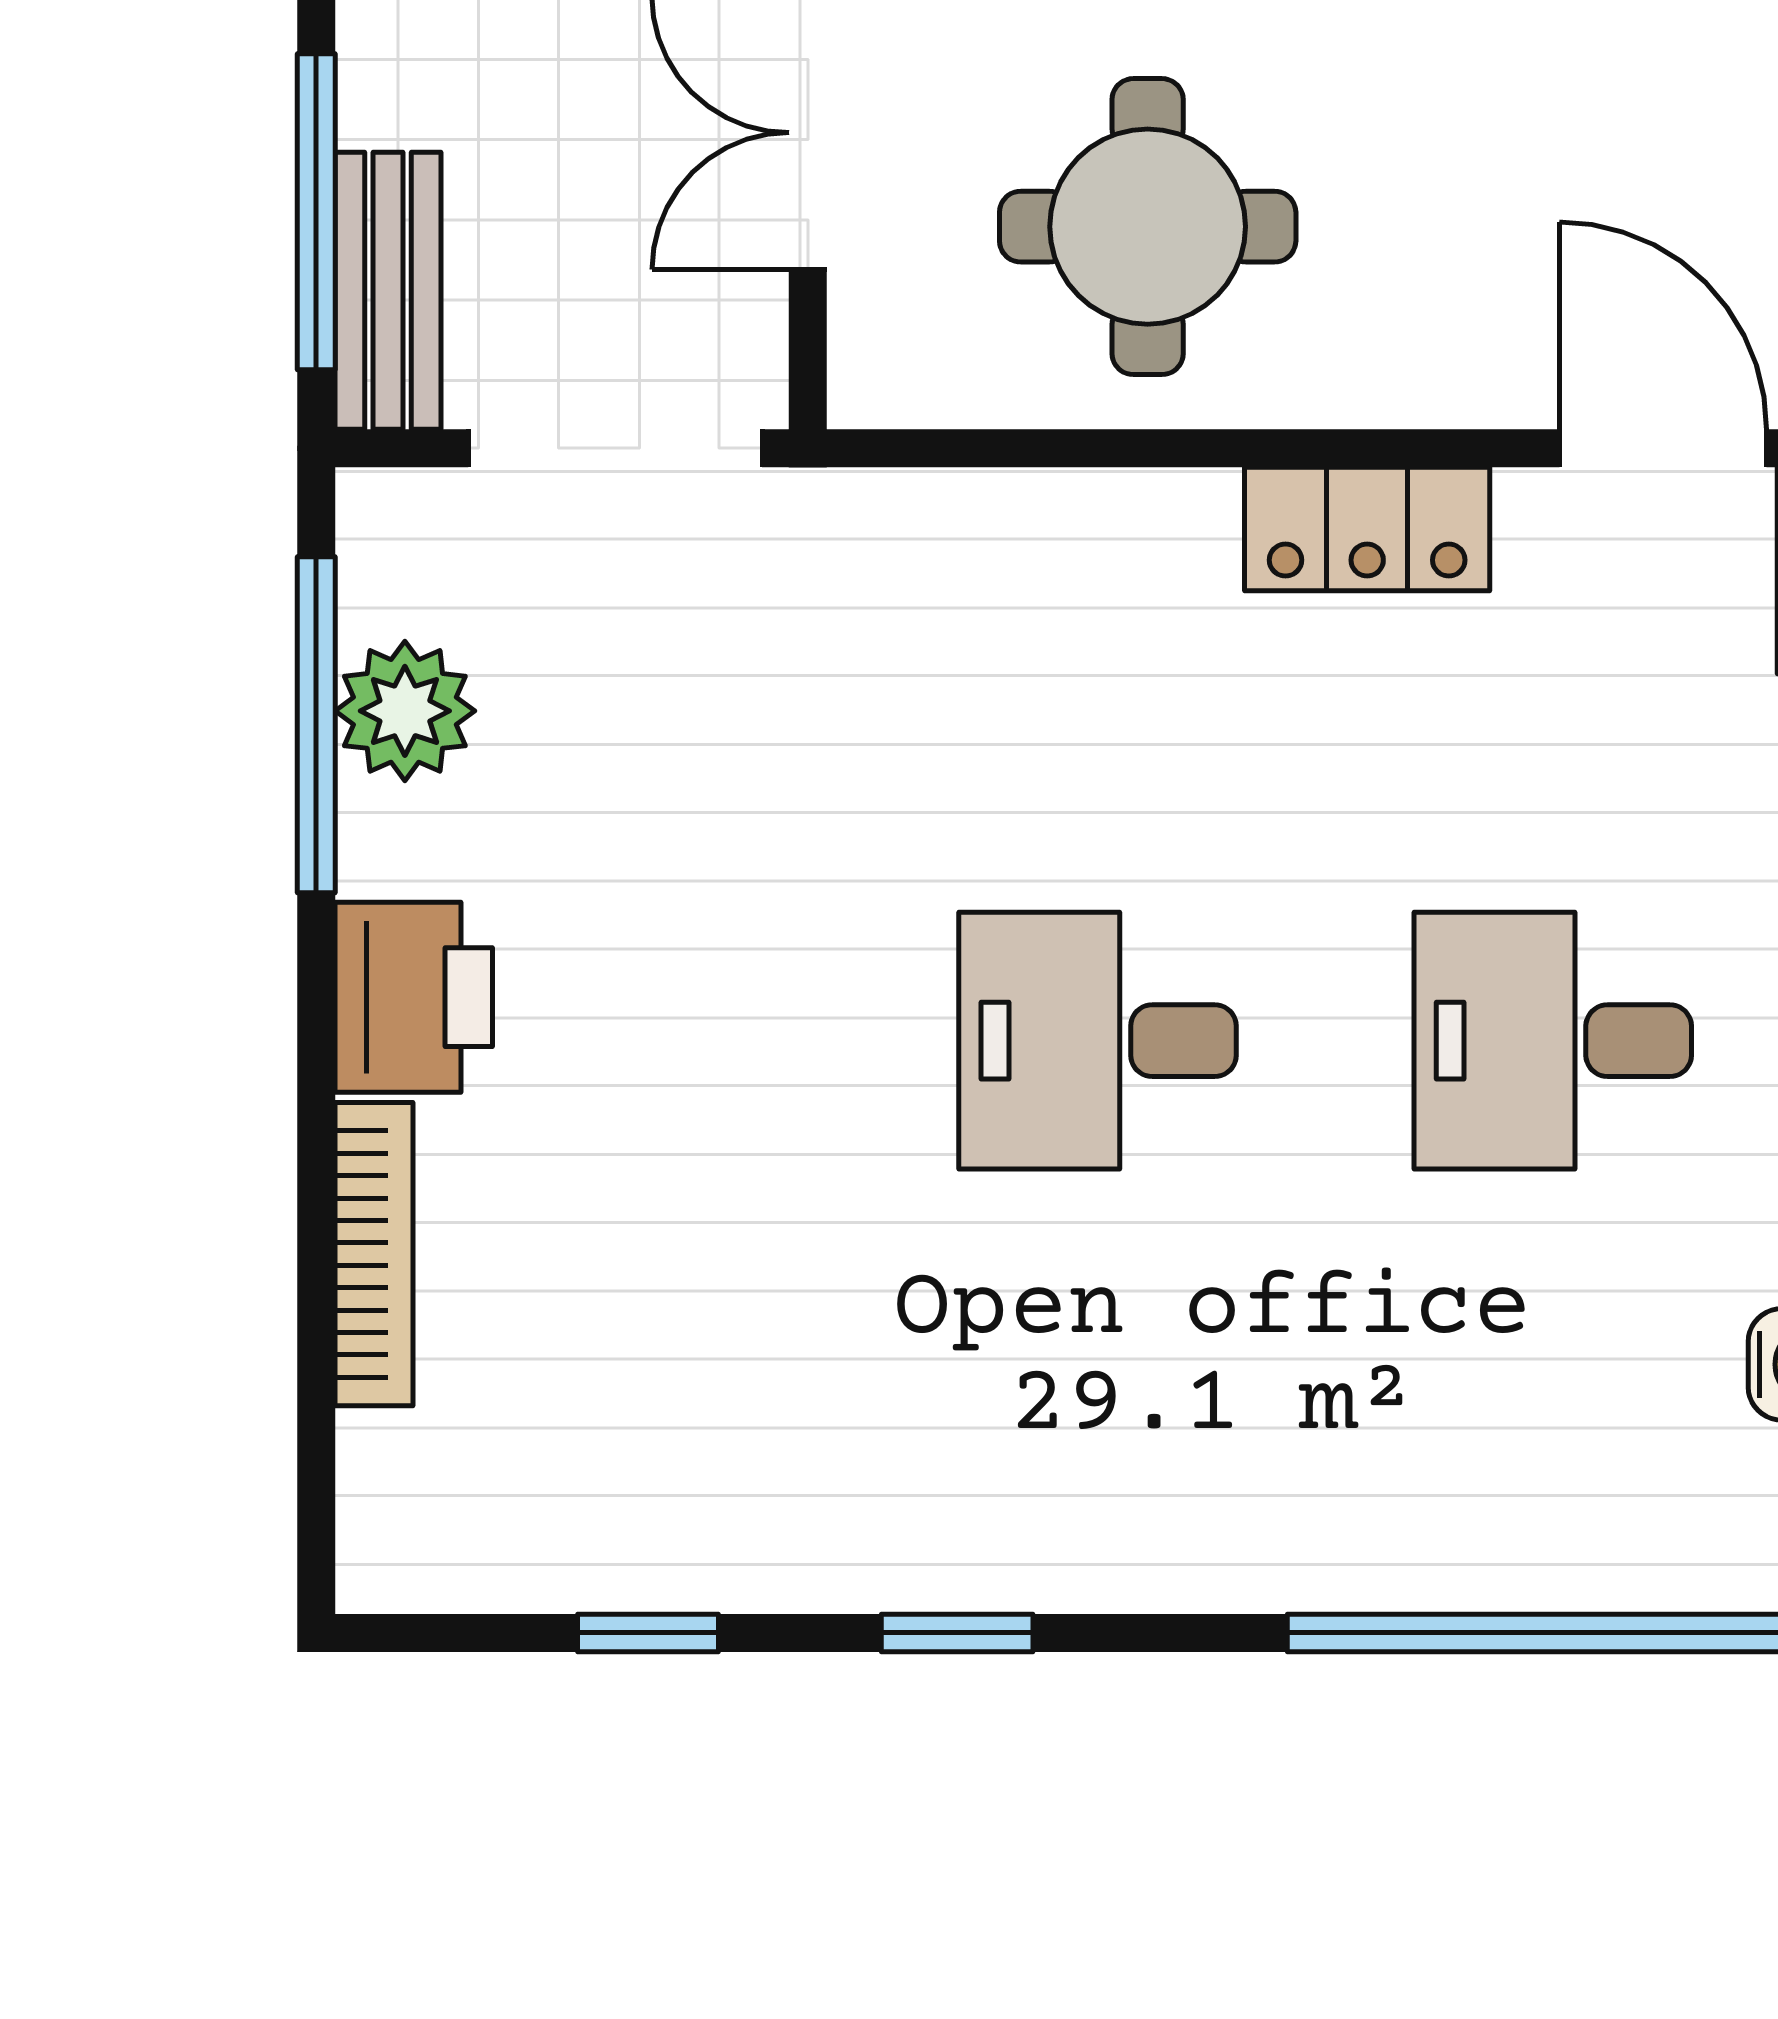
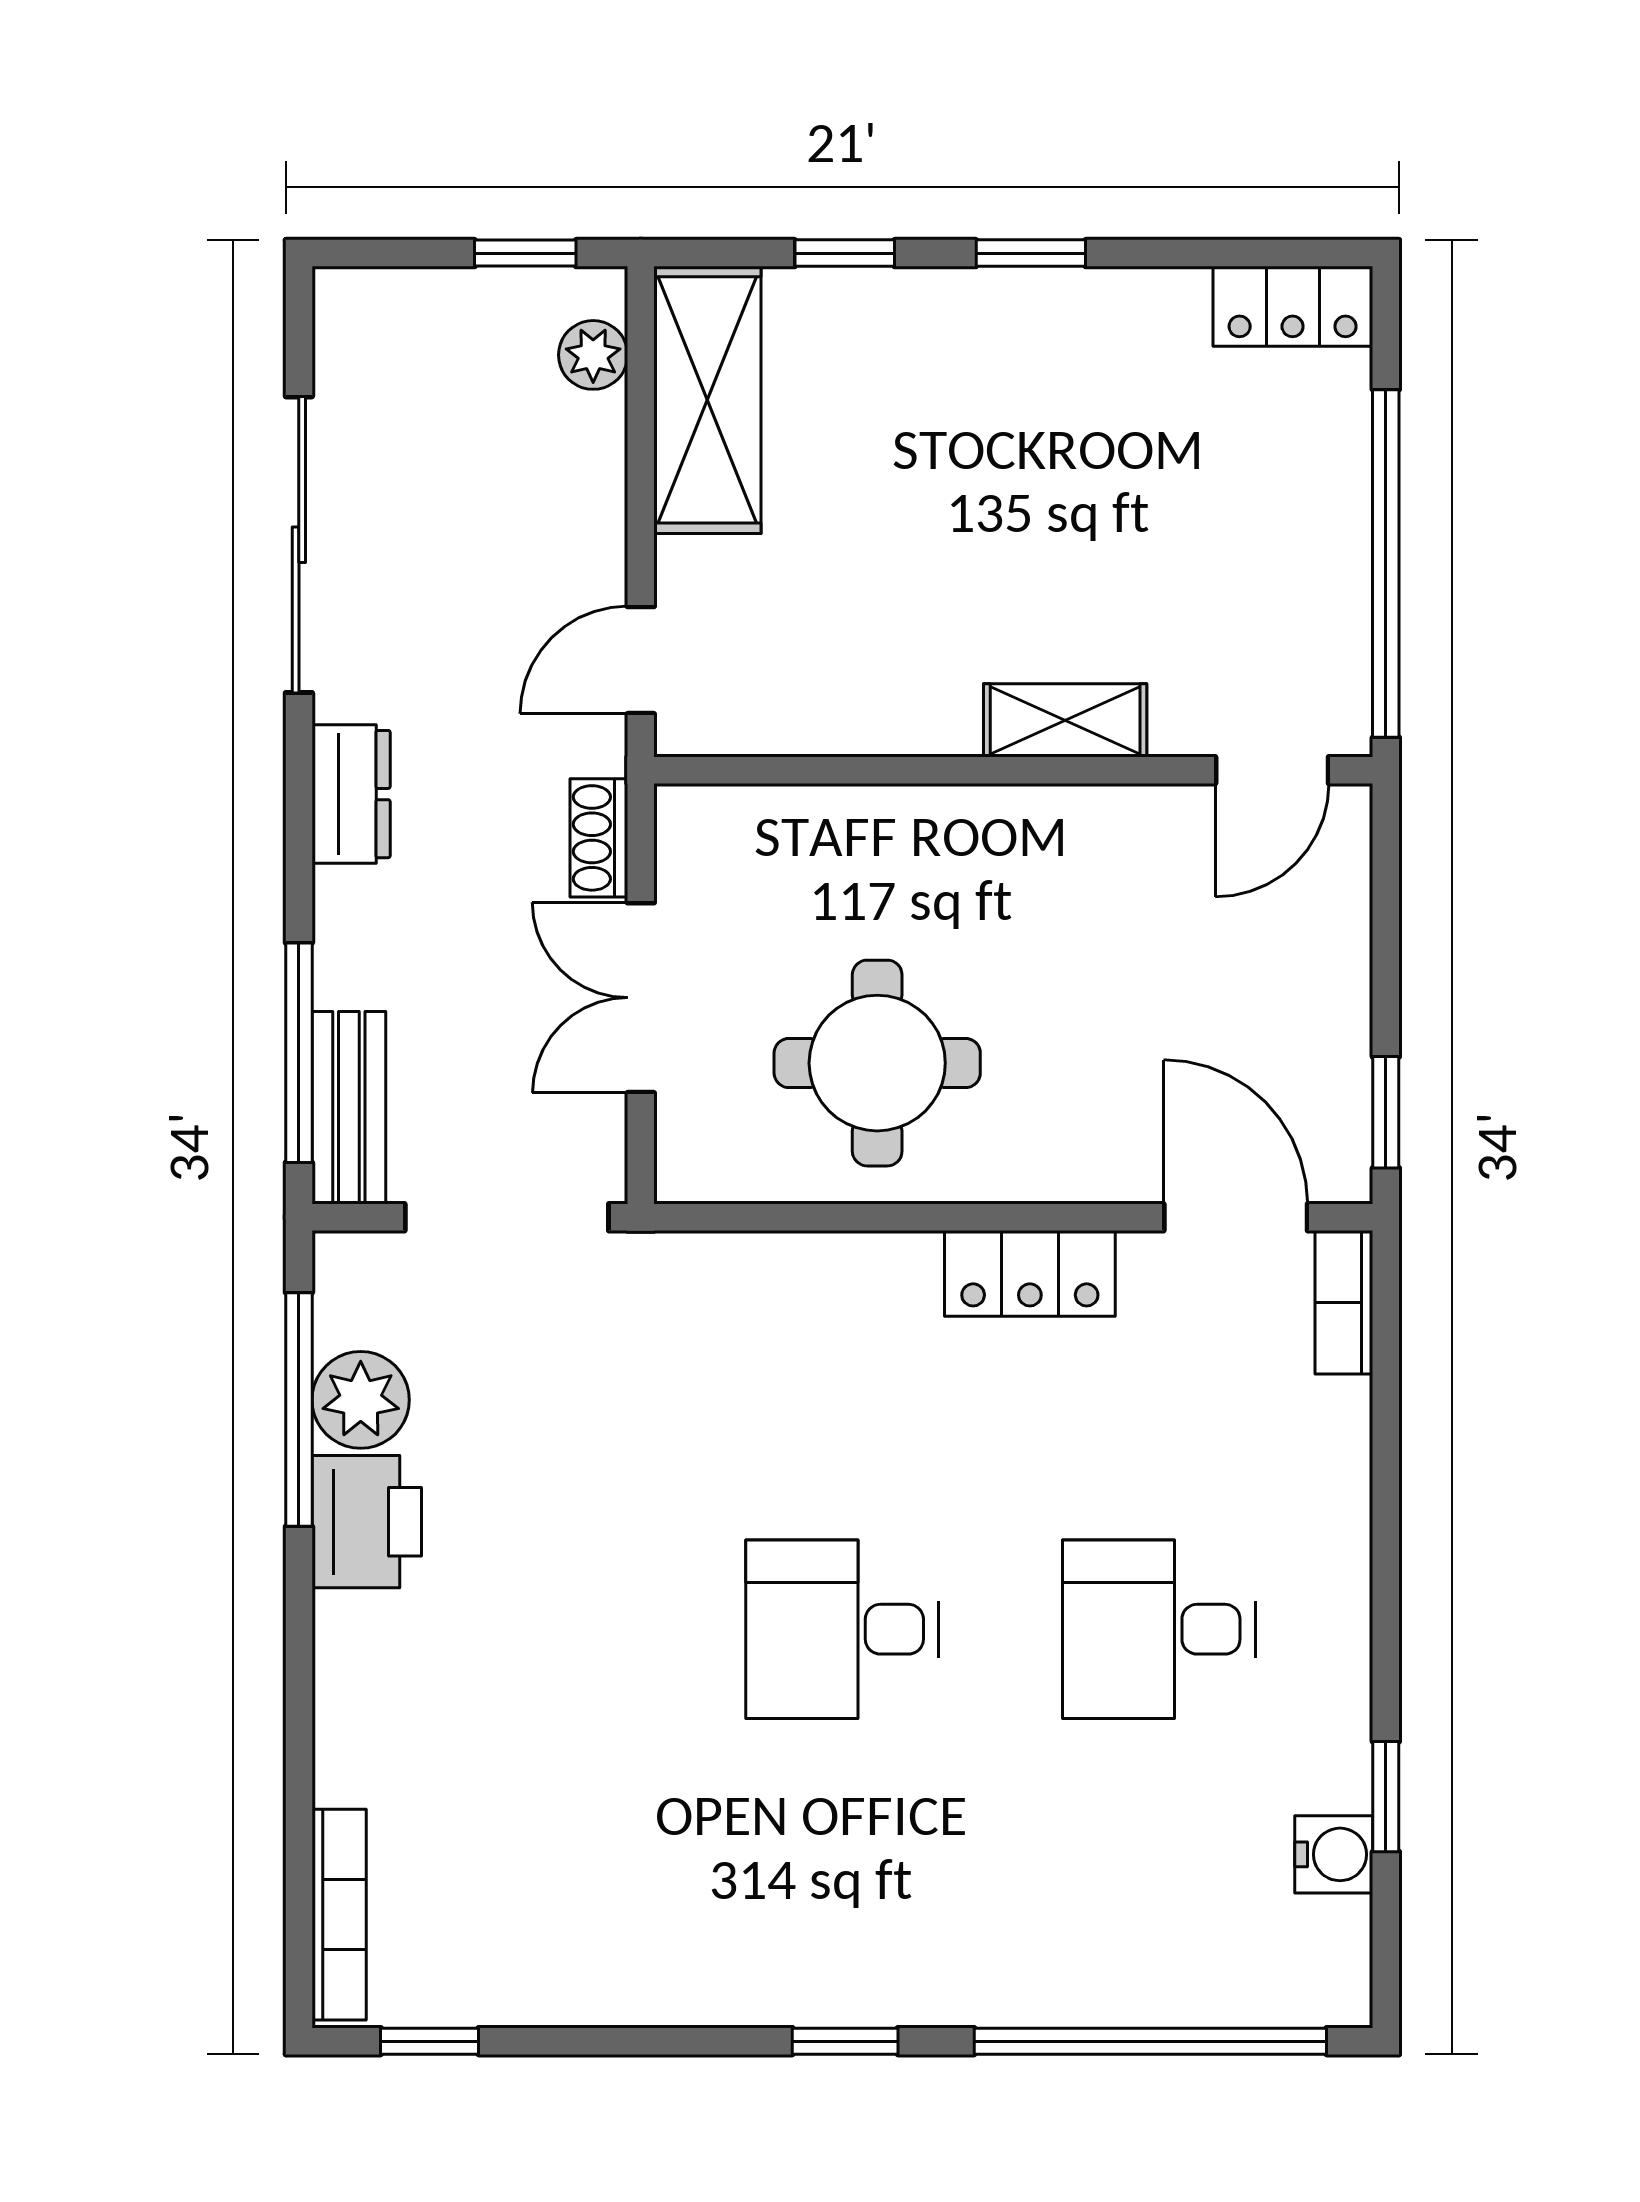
printer: (414, 997) -> (367, 1522), moved
bookcase: (374, 1254) -> (339, 1915), moved
window: (648, 1633) -> (430, 2041), moved
window: (957, 1633) -> (845, 2041), moved

